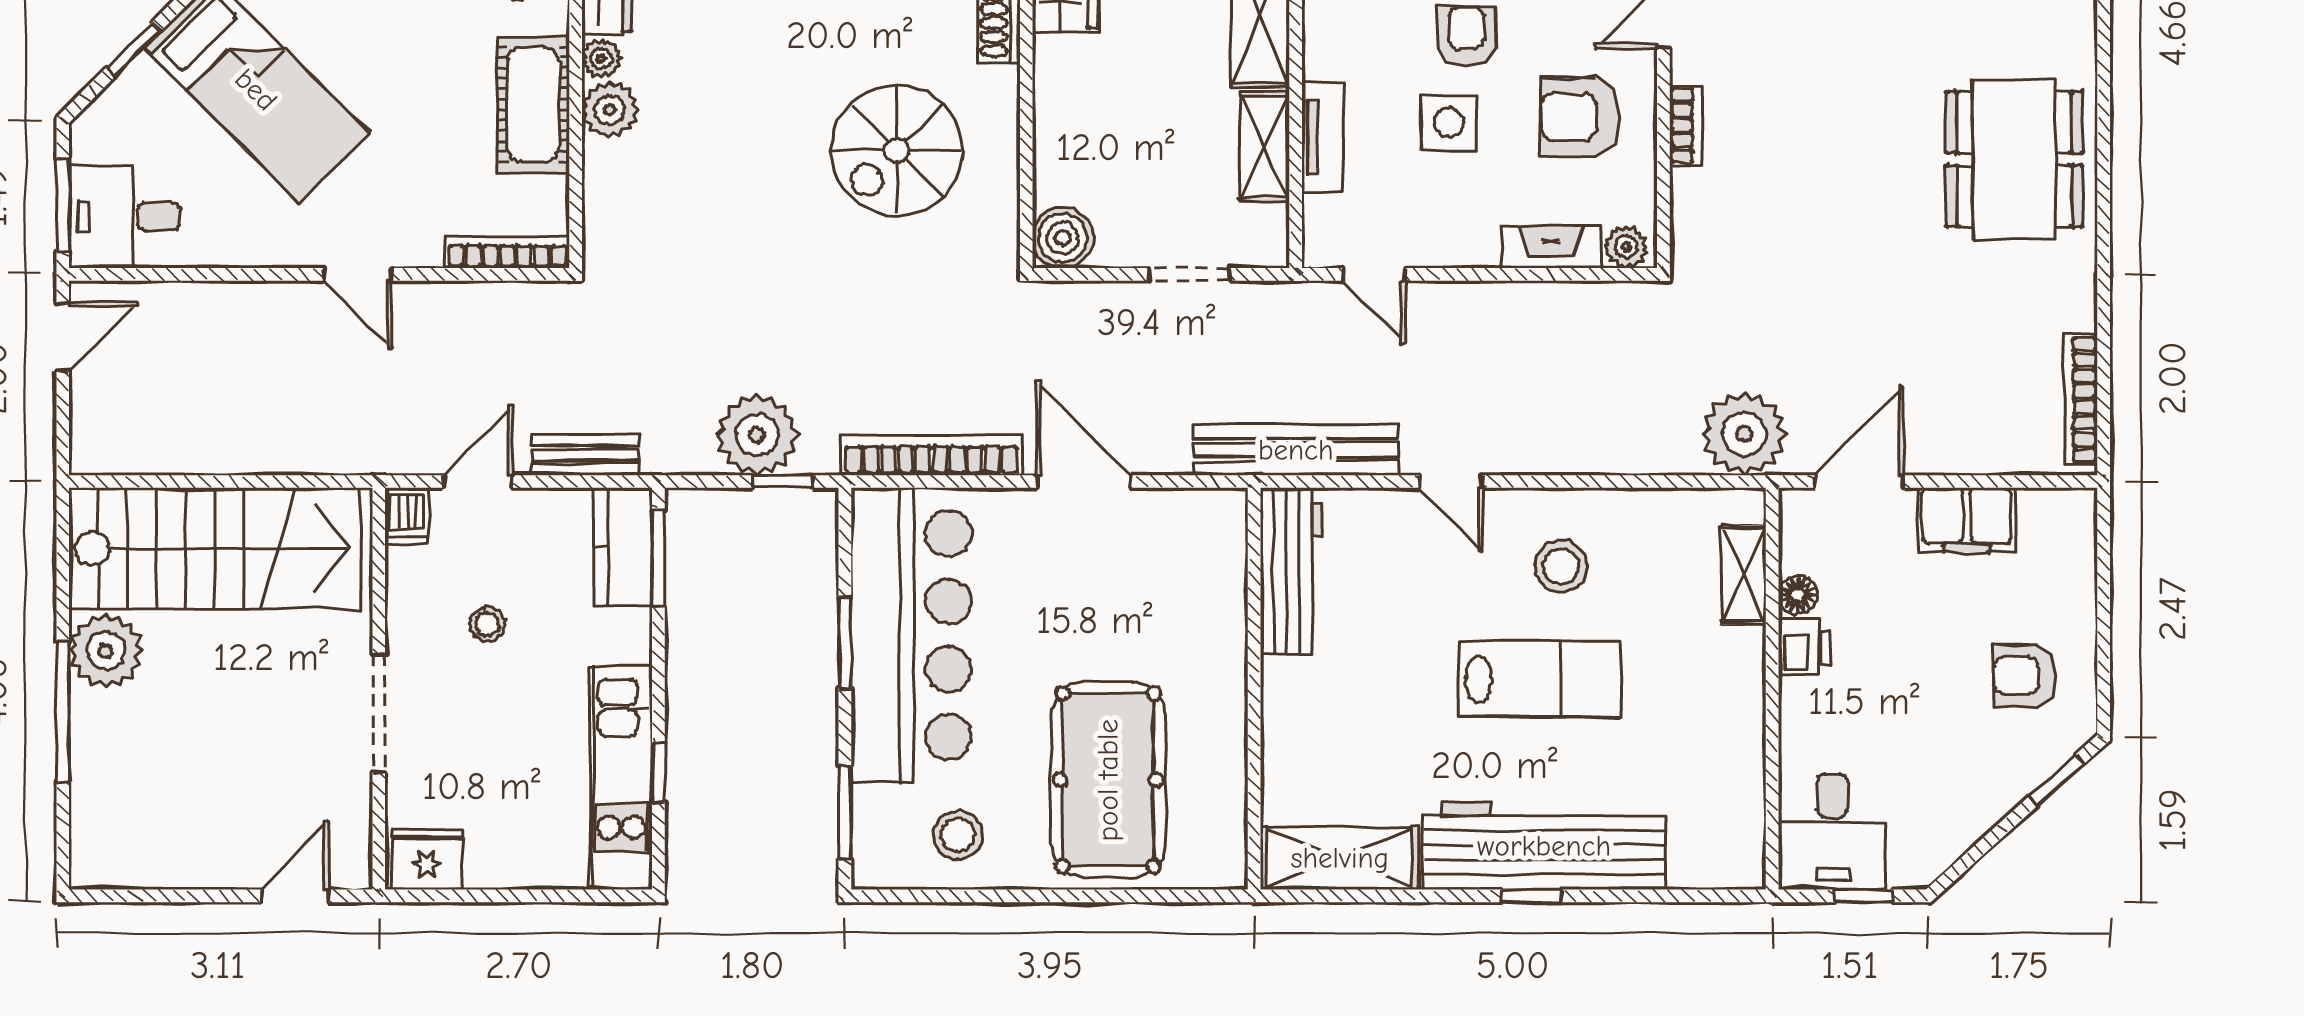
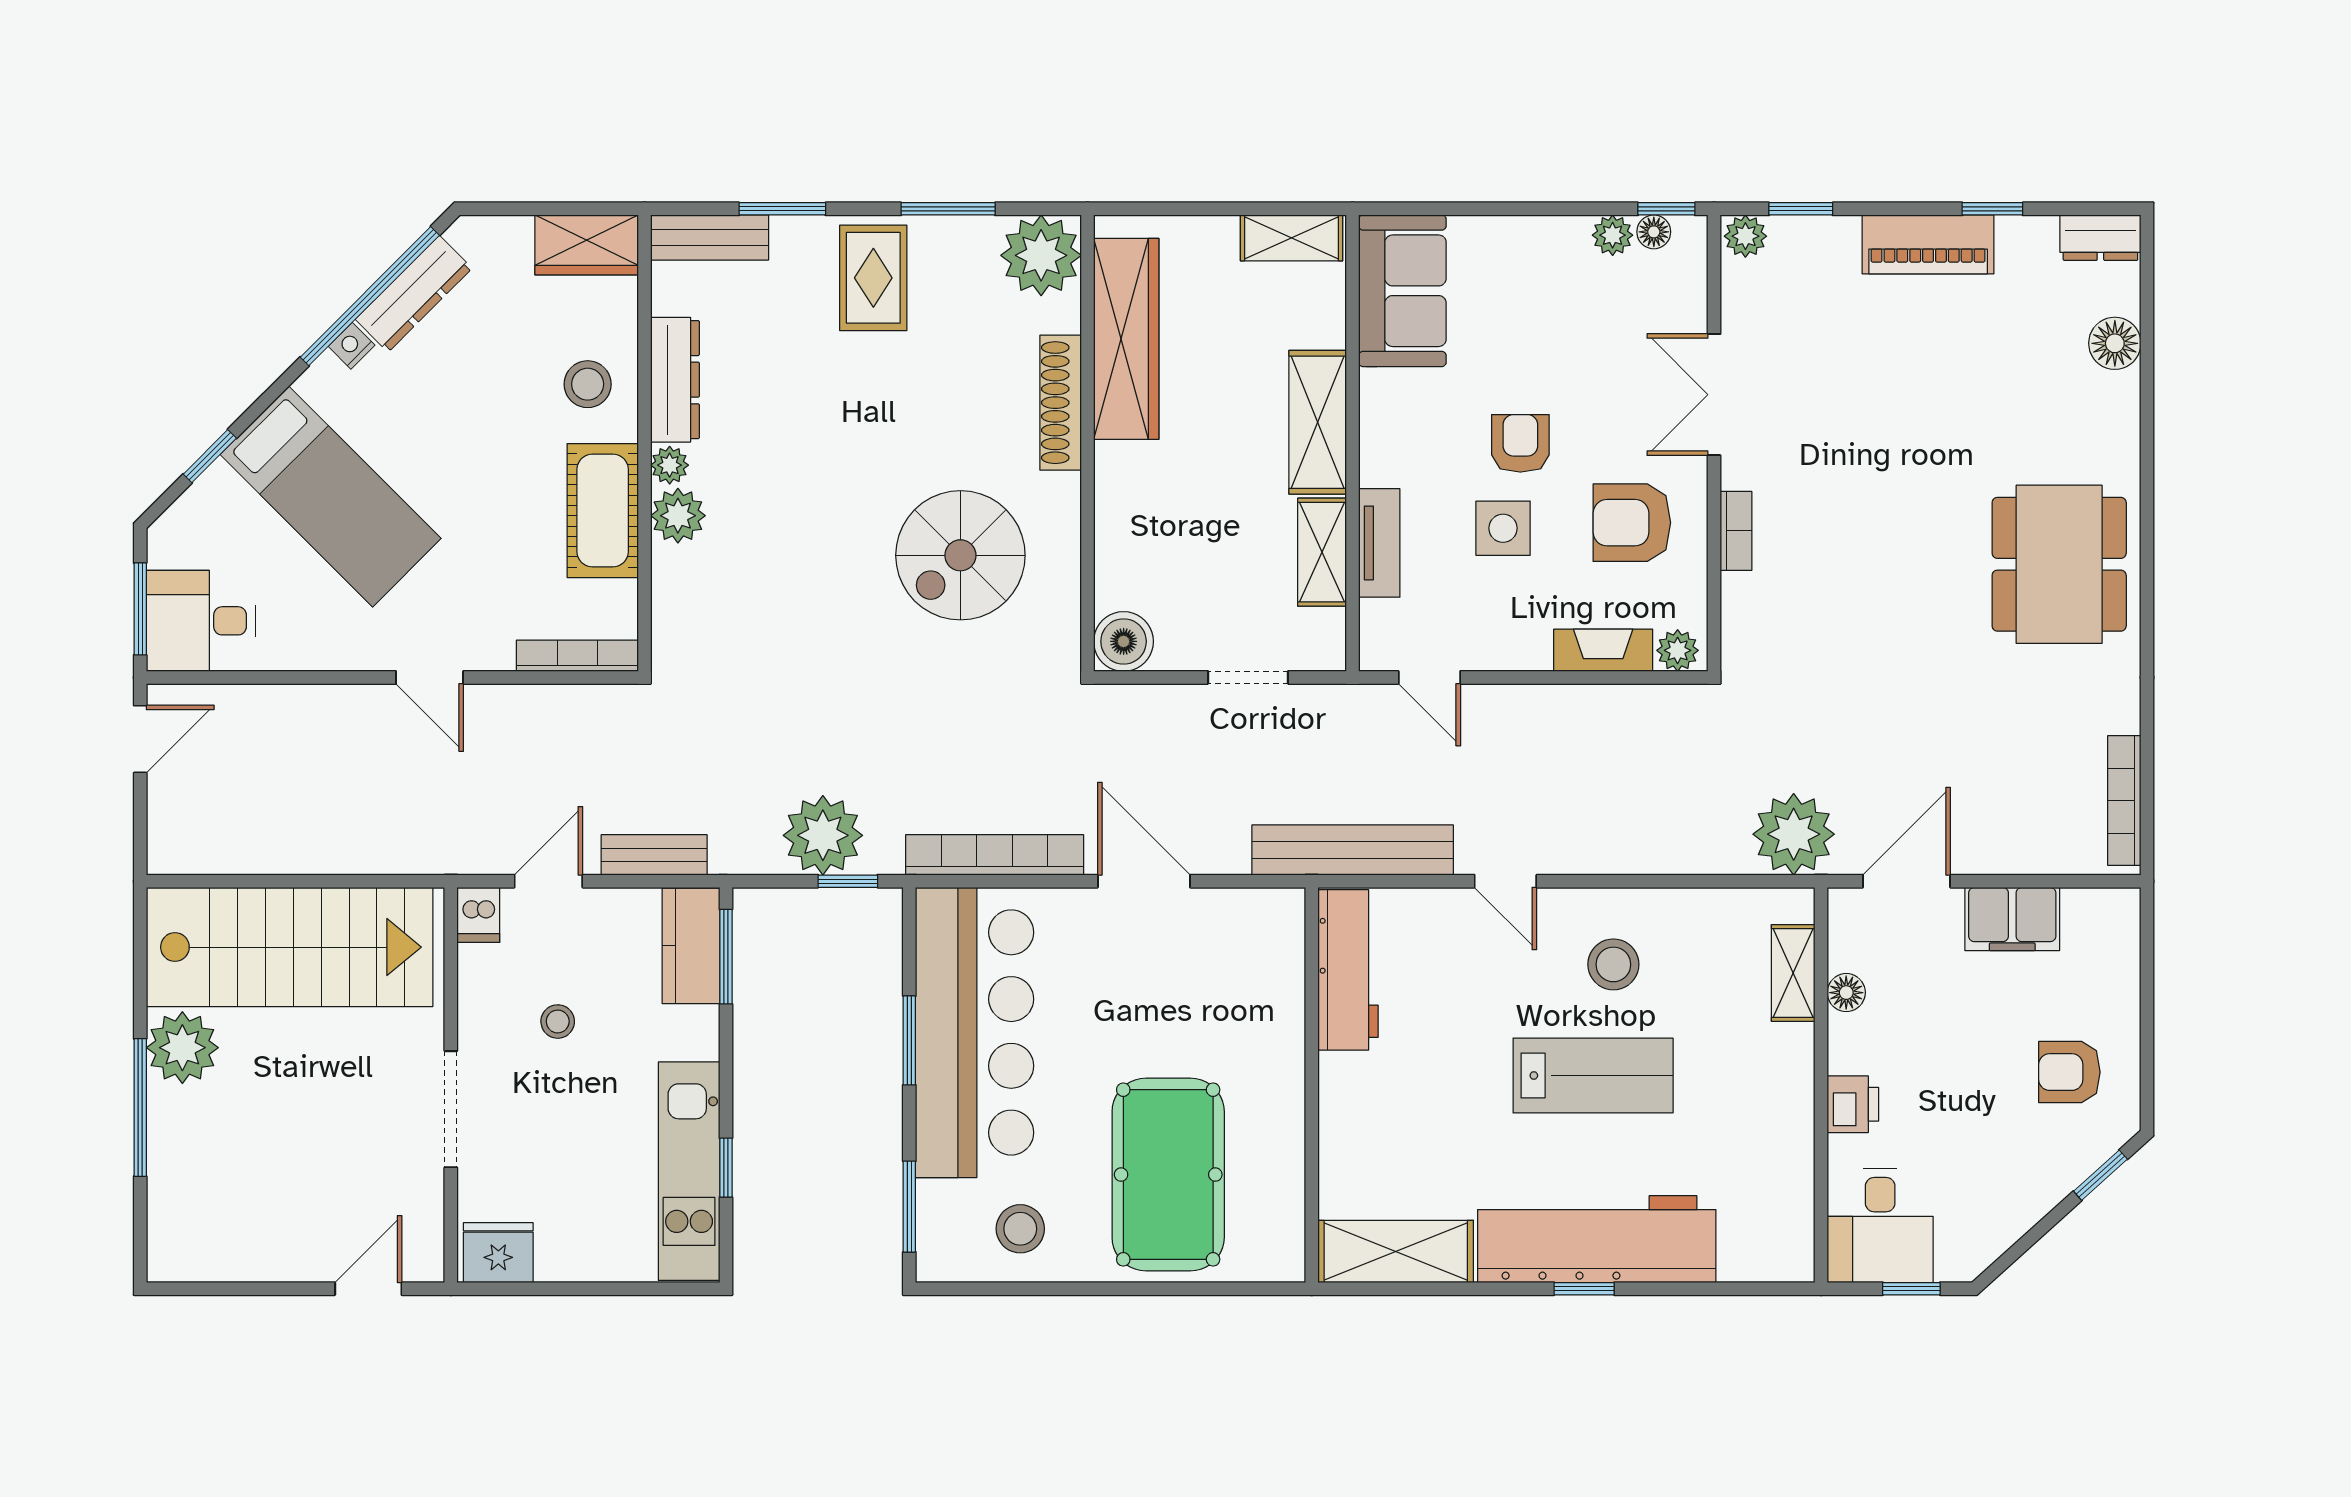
printer: (1805, 647) -> (1853, 1104), moved

